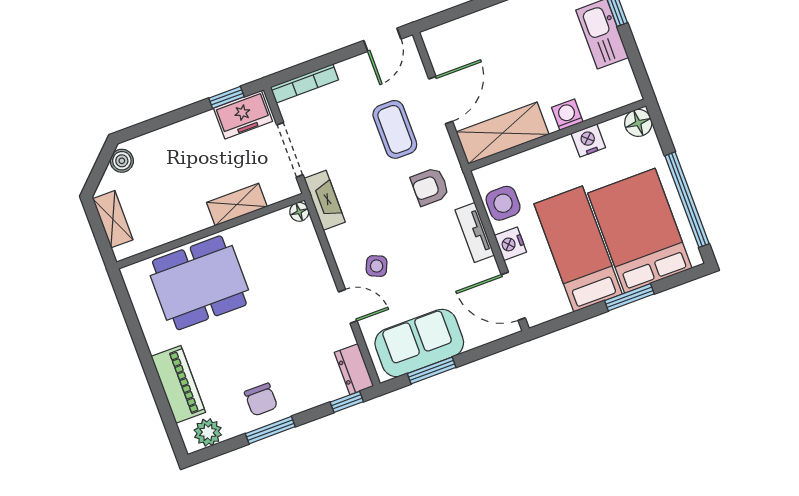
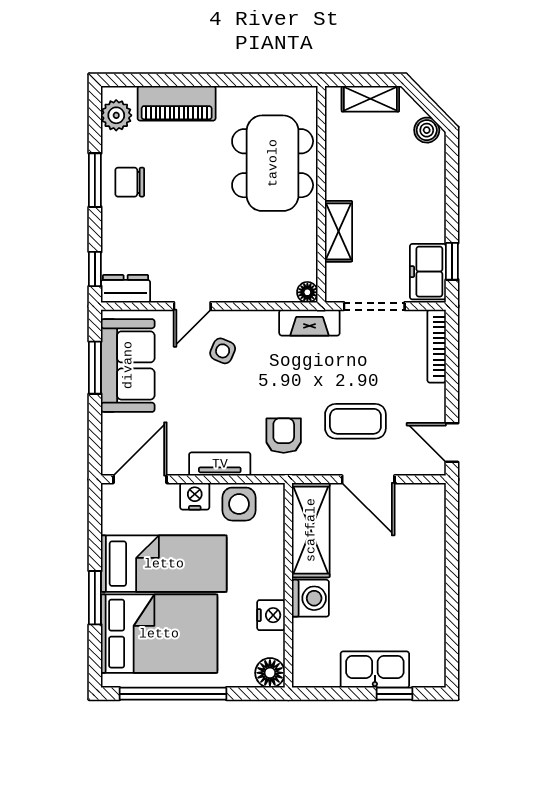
washing machine: (567, 115) -> (310, 598), width x1.38, depth x1.38

